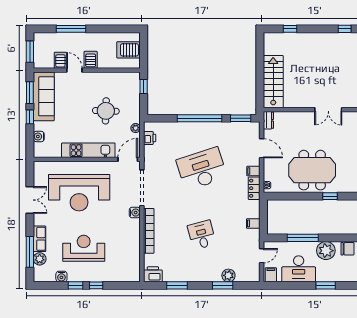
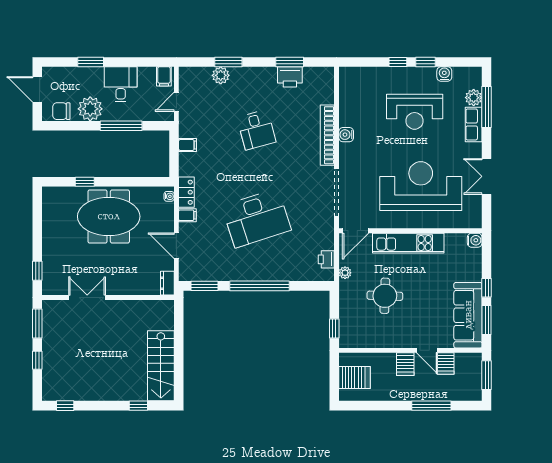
stairs: (273, 82) -> (161, 366), moved
water cooler: (39, 137) -> (475, 240), moved
water cooler: (135, 213) -> (346, 135), moved
desk: (299, 269) -> (121, 84), width x0.73
printer: (153, 274) -> (290, 77), moved

